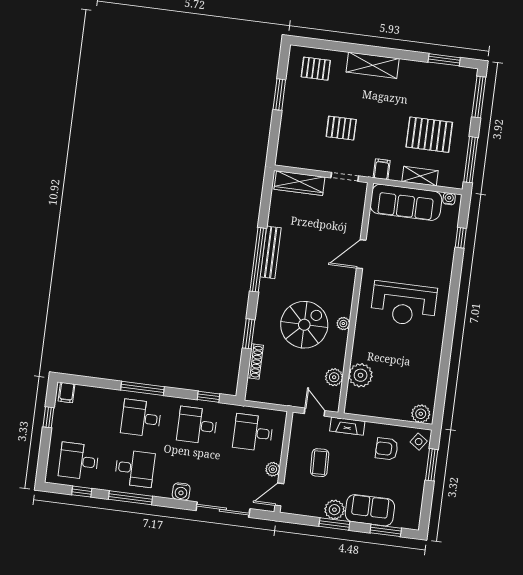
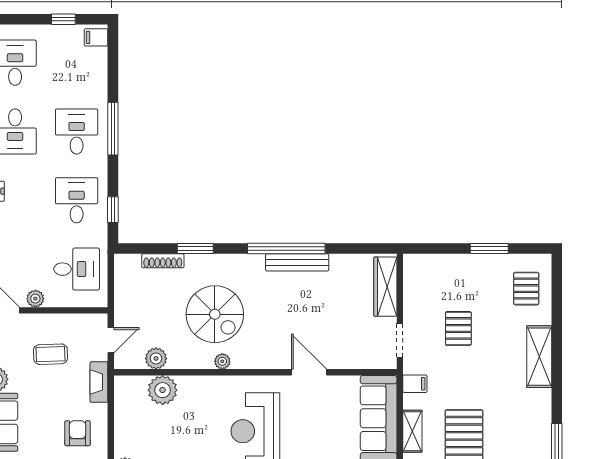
desk: (253, 433) -> (77, 269), turned 90

